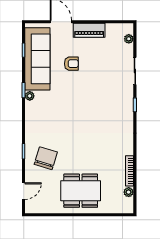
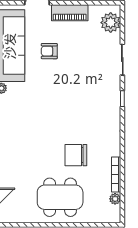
plant: (129, 39) -> (111, 23), width x1.88, depth x1.88
armchair: (71, 64) -> (49, 51), turned 180
chair: (46, 158) -> (76, 155), moved, turned -107

